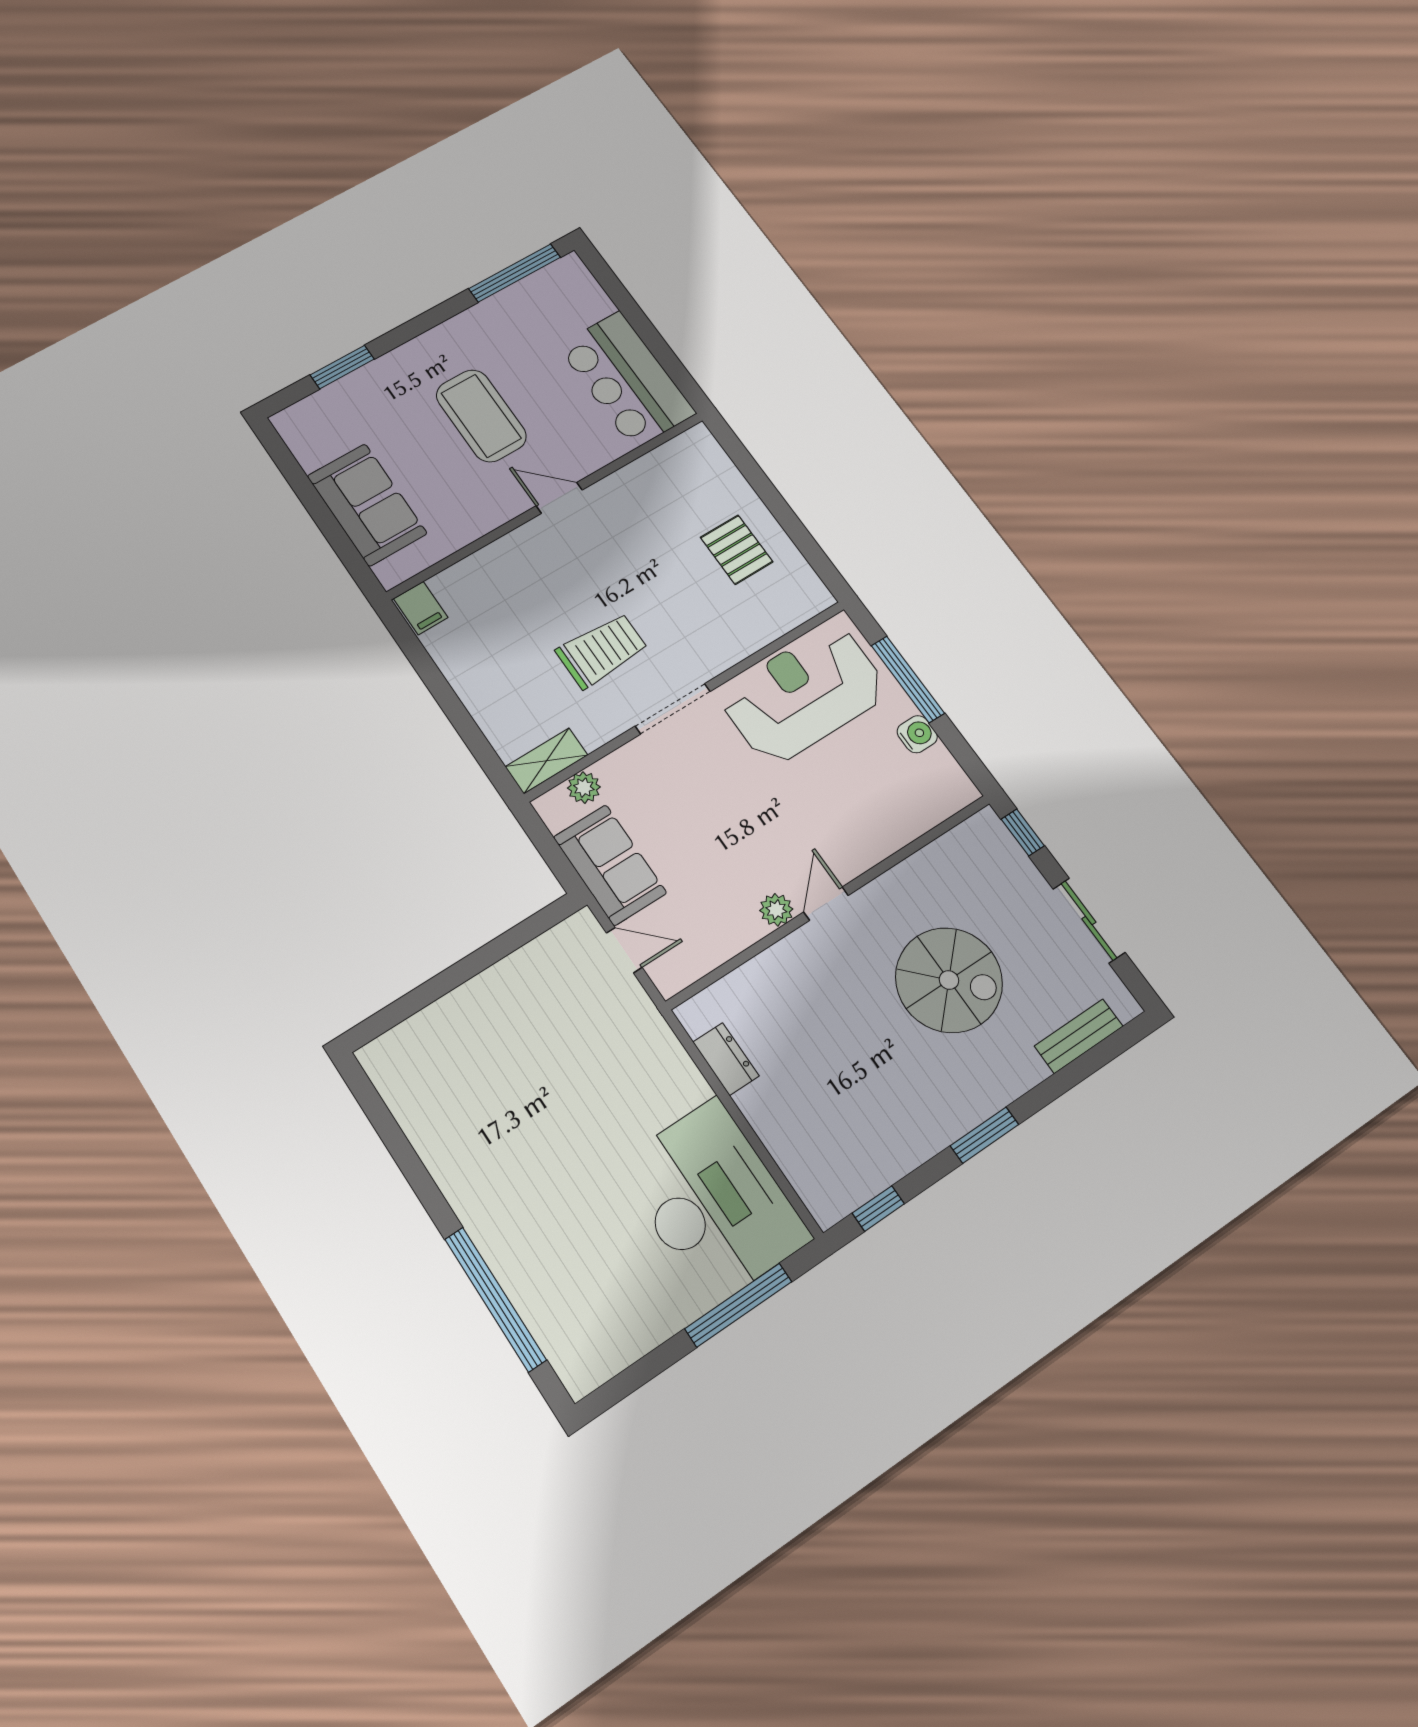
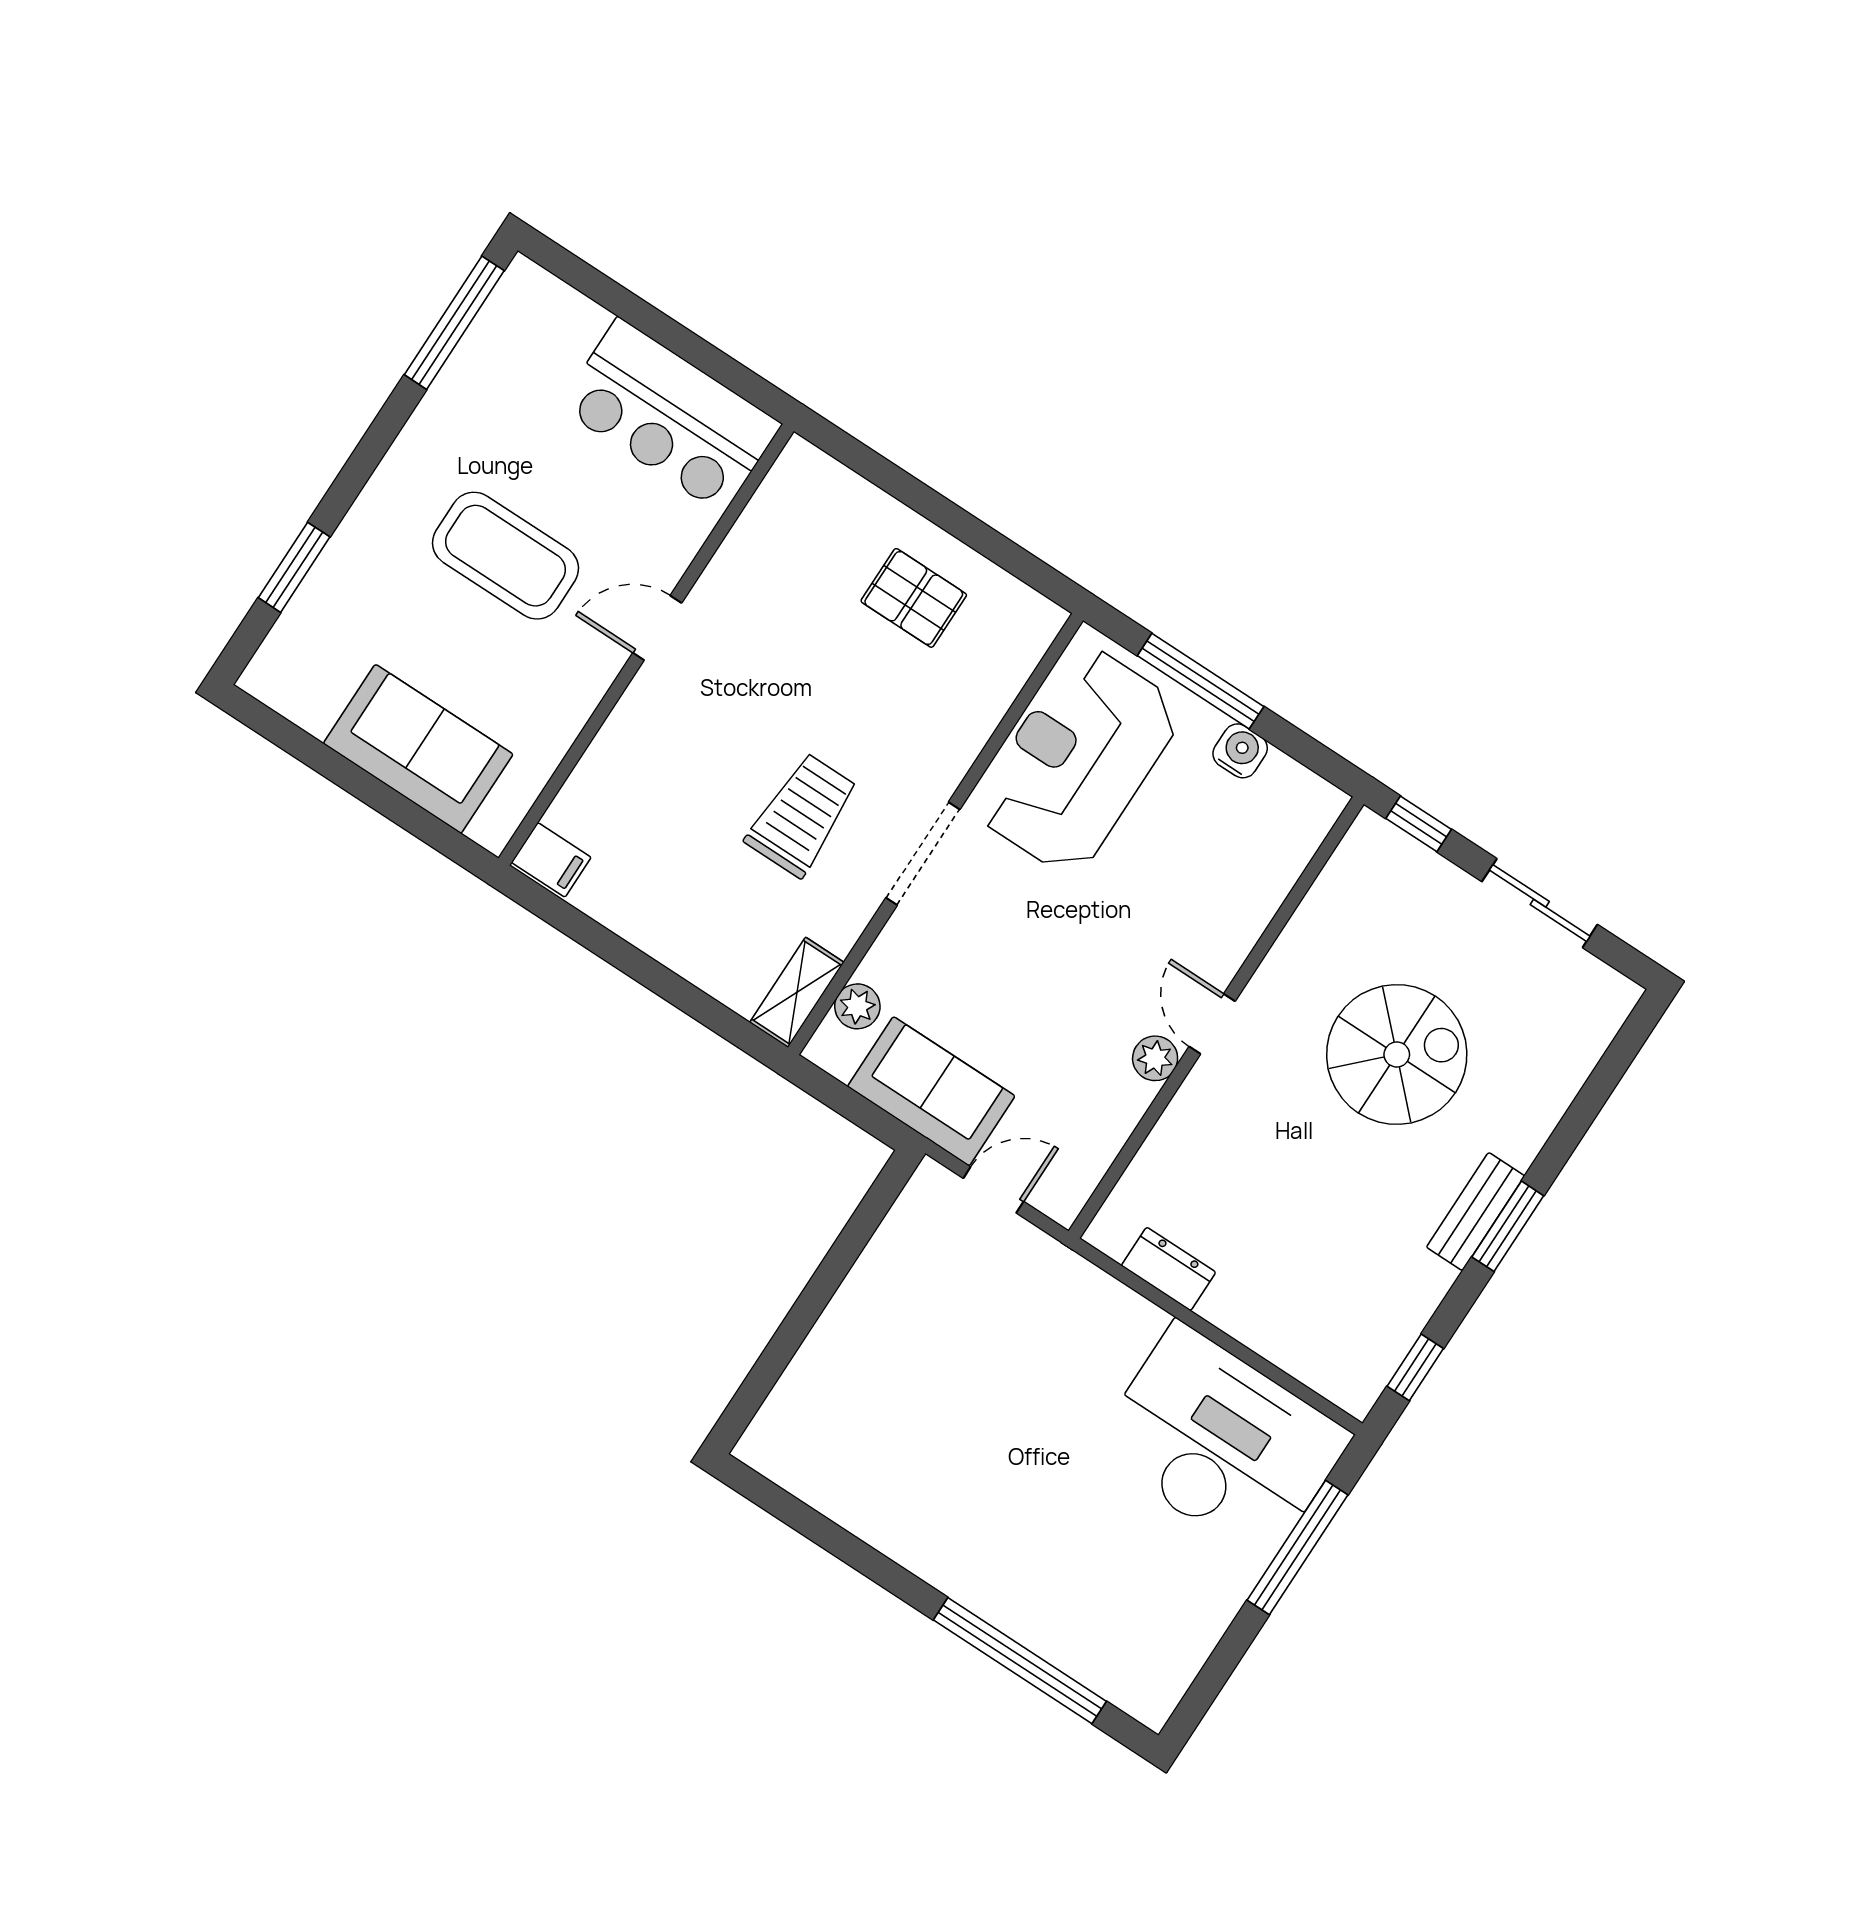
bench: (1079, 1036) -> (1476, 1211), moved

